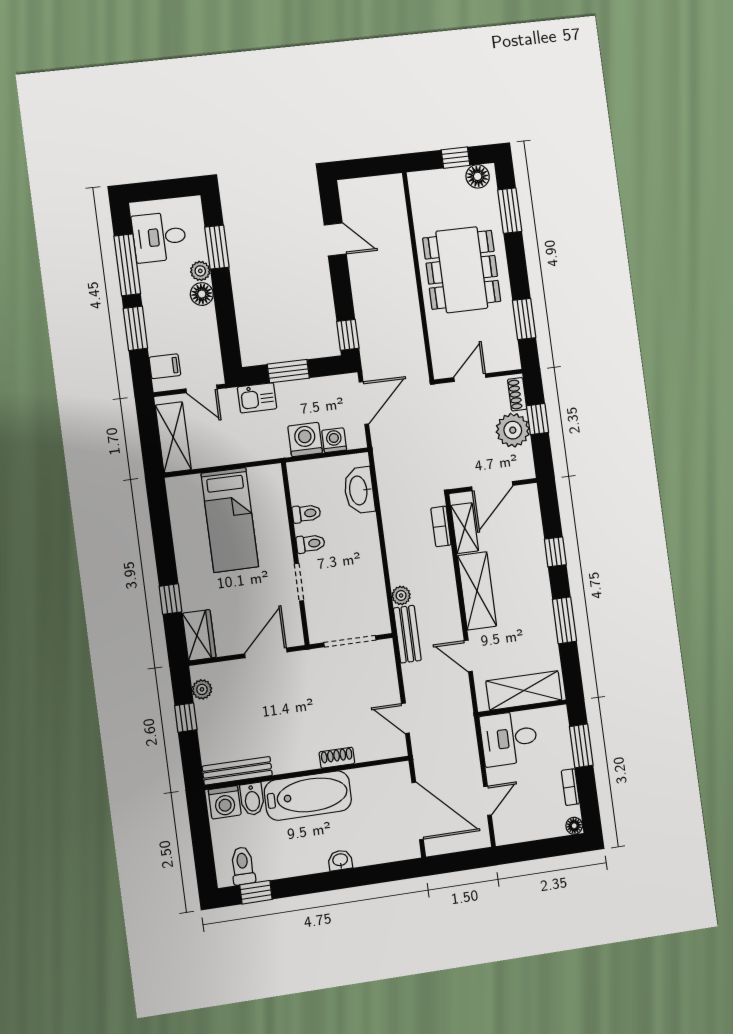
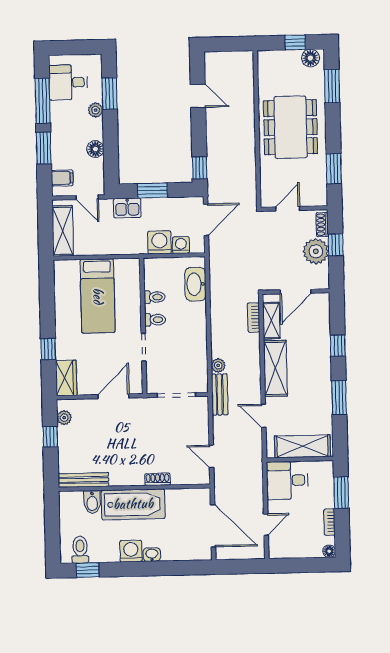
floor lamp: (202, 294) -> (95, 149), moved
washing machine: (225, 802) -> (131, 551), moved, turned 180

